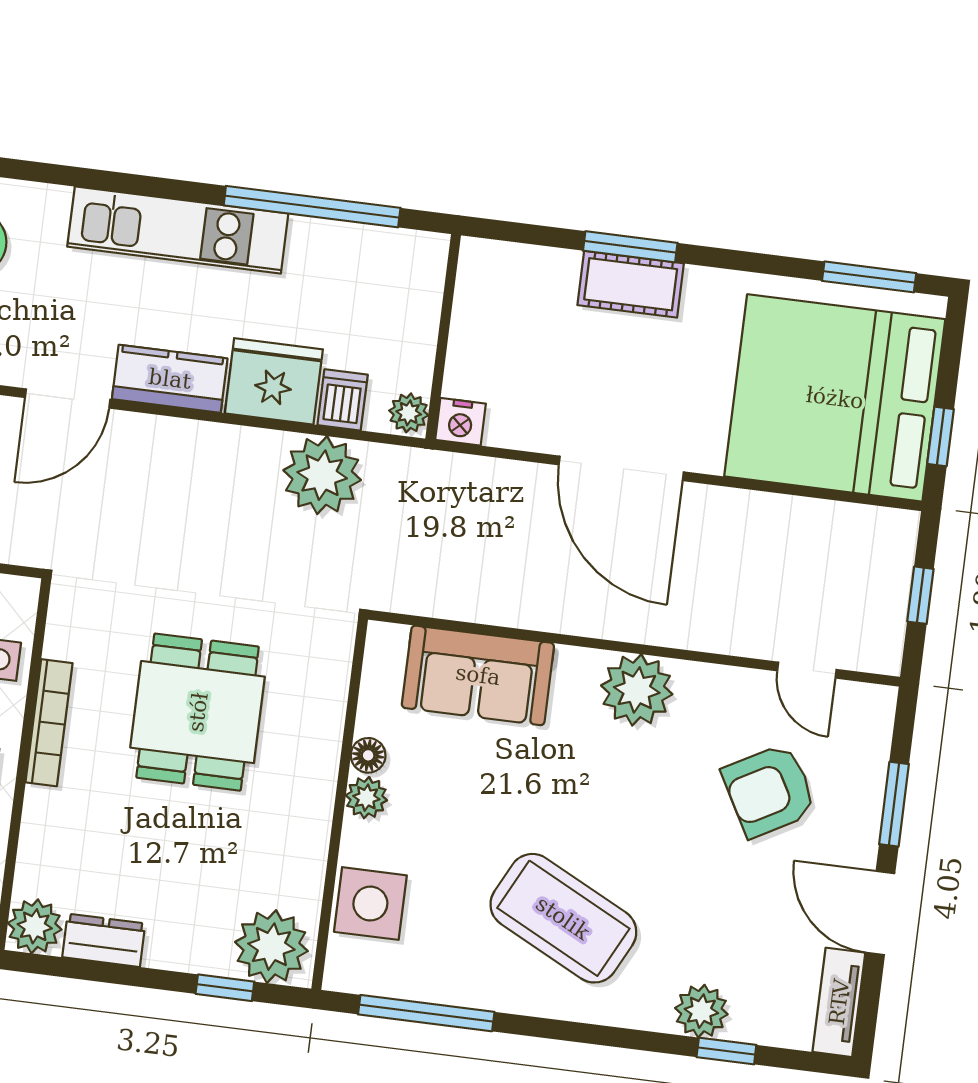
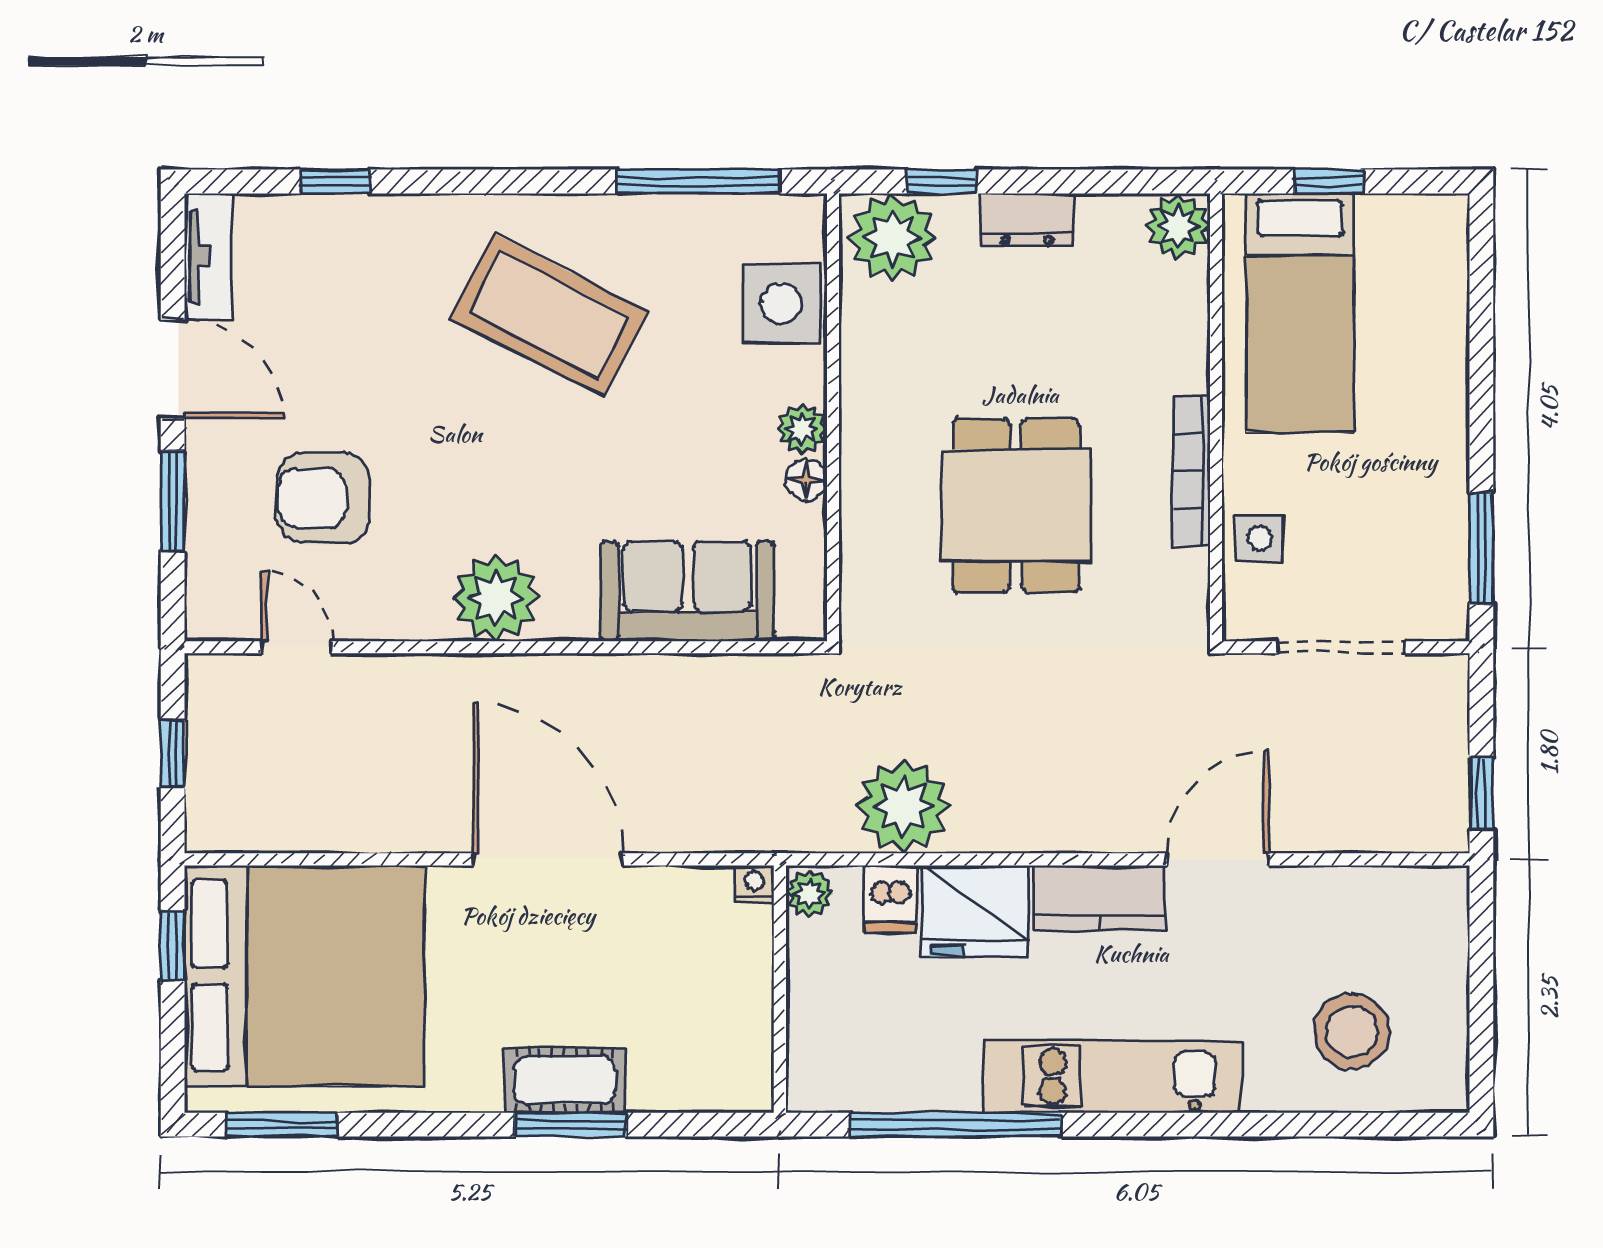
nightstand: (461, 422) -> (754, 884), width x0.72, depth x0.74
armchair: (769, 791) -> (323, 498), turned -151
dresser: (104, 940) -> (1027, 220), moved
plant: (701, 1011) -> (371, 225), removed

